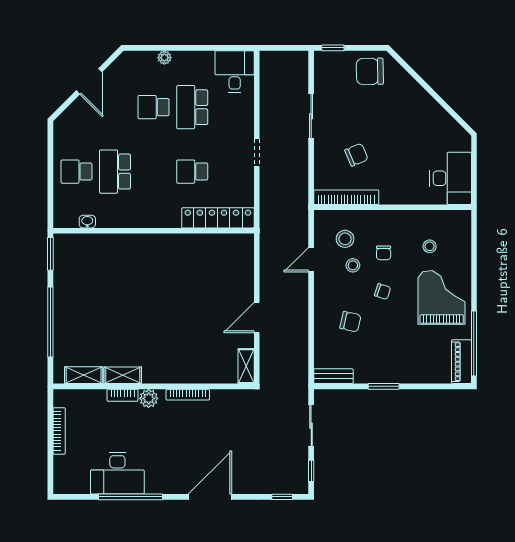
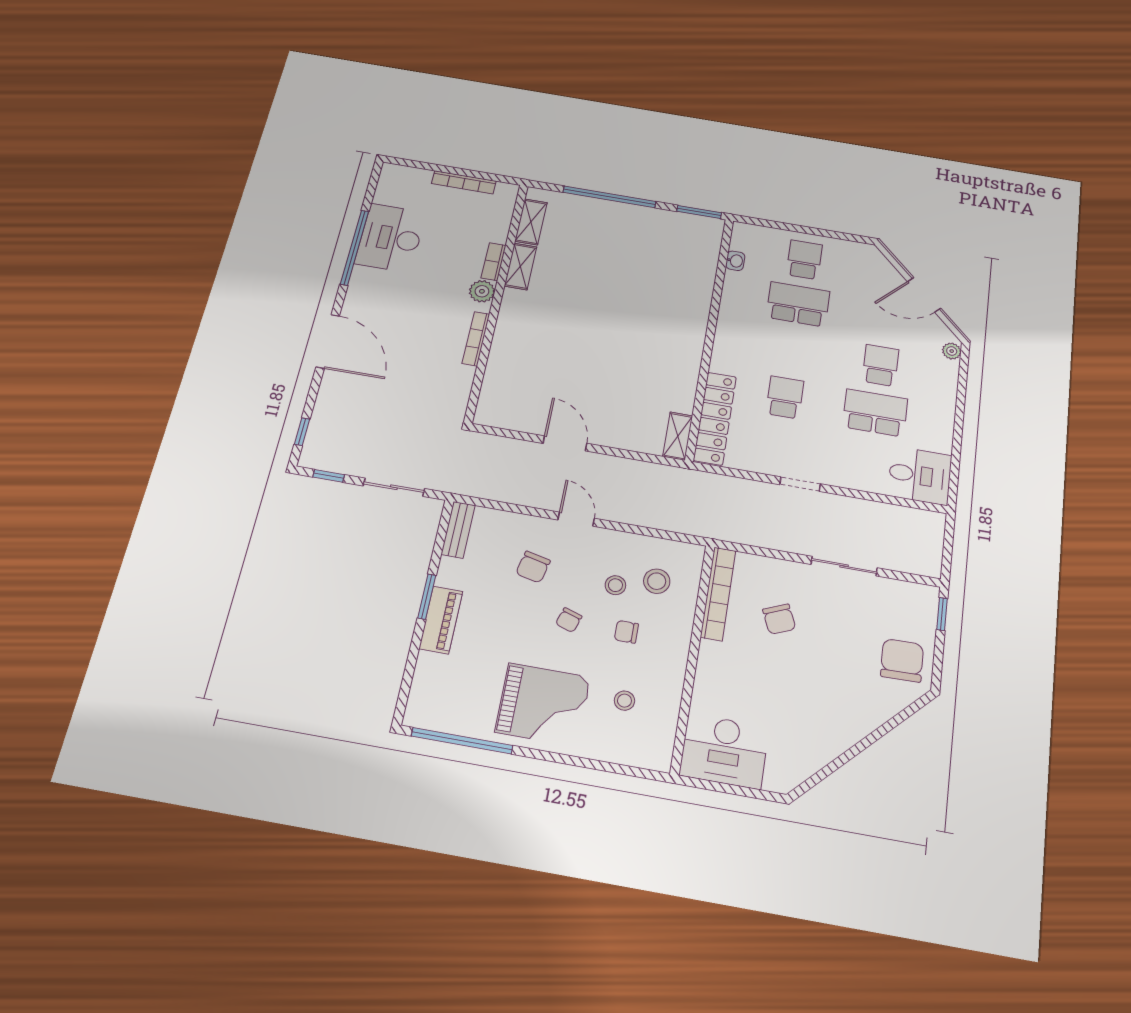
plant: (164, 58) -> (952, 351), moved
door: (311, 260) -> (576, 519), moved
piano: (461, 362) -> (441, 620), moved, turned 90
shelving: (246, 366) -> (678, 436), moved, turned 90

